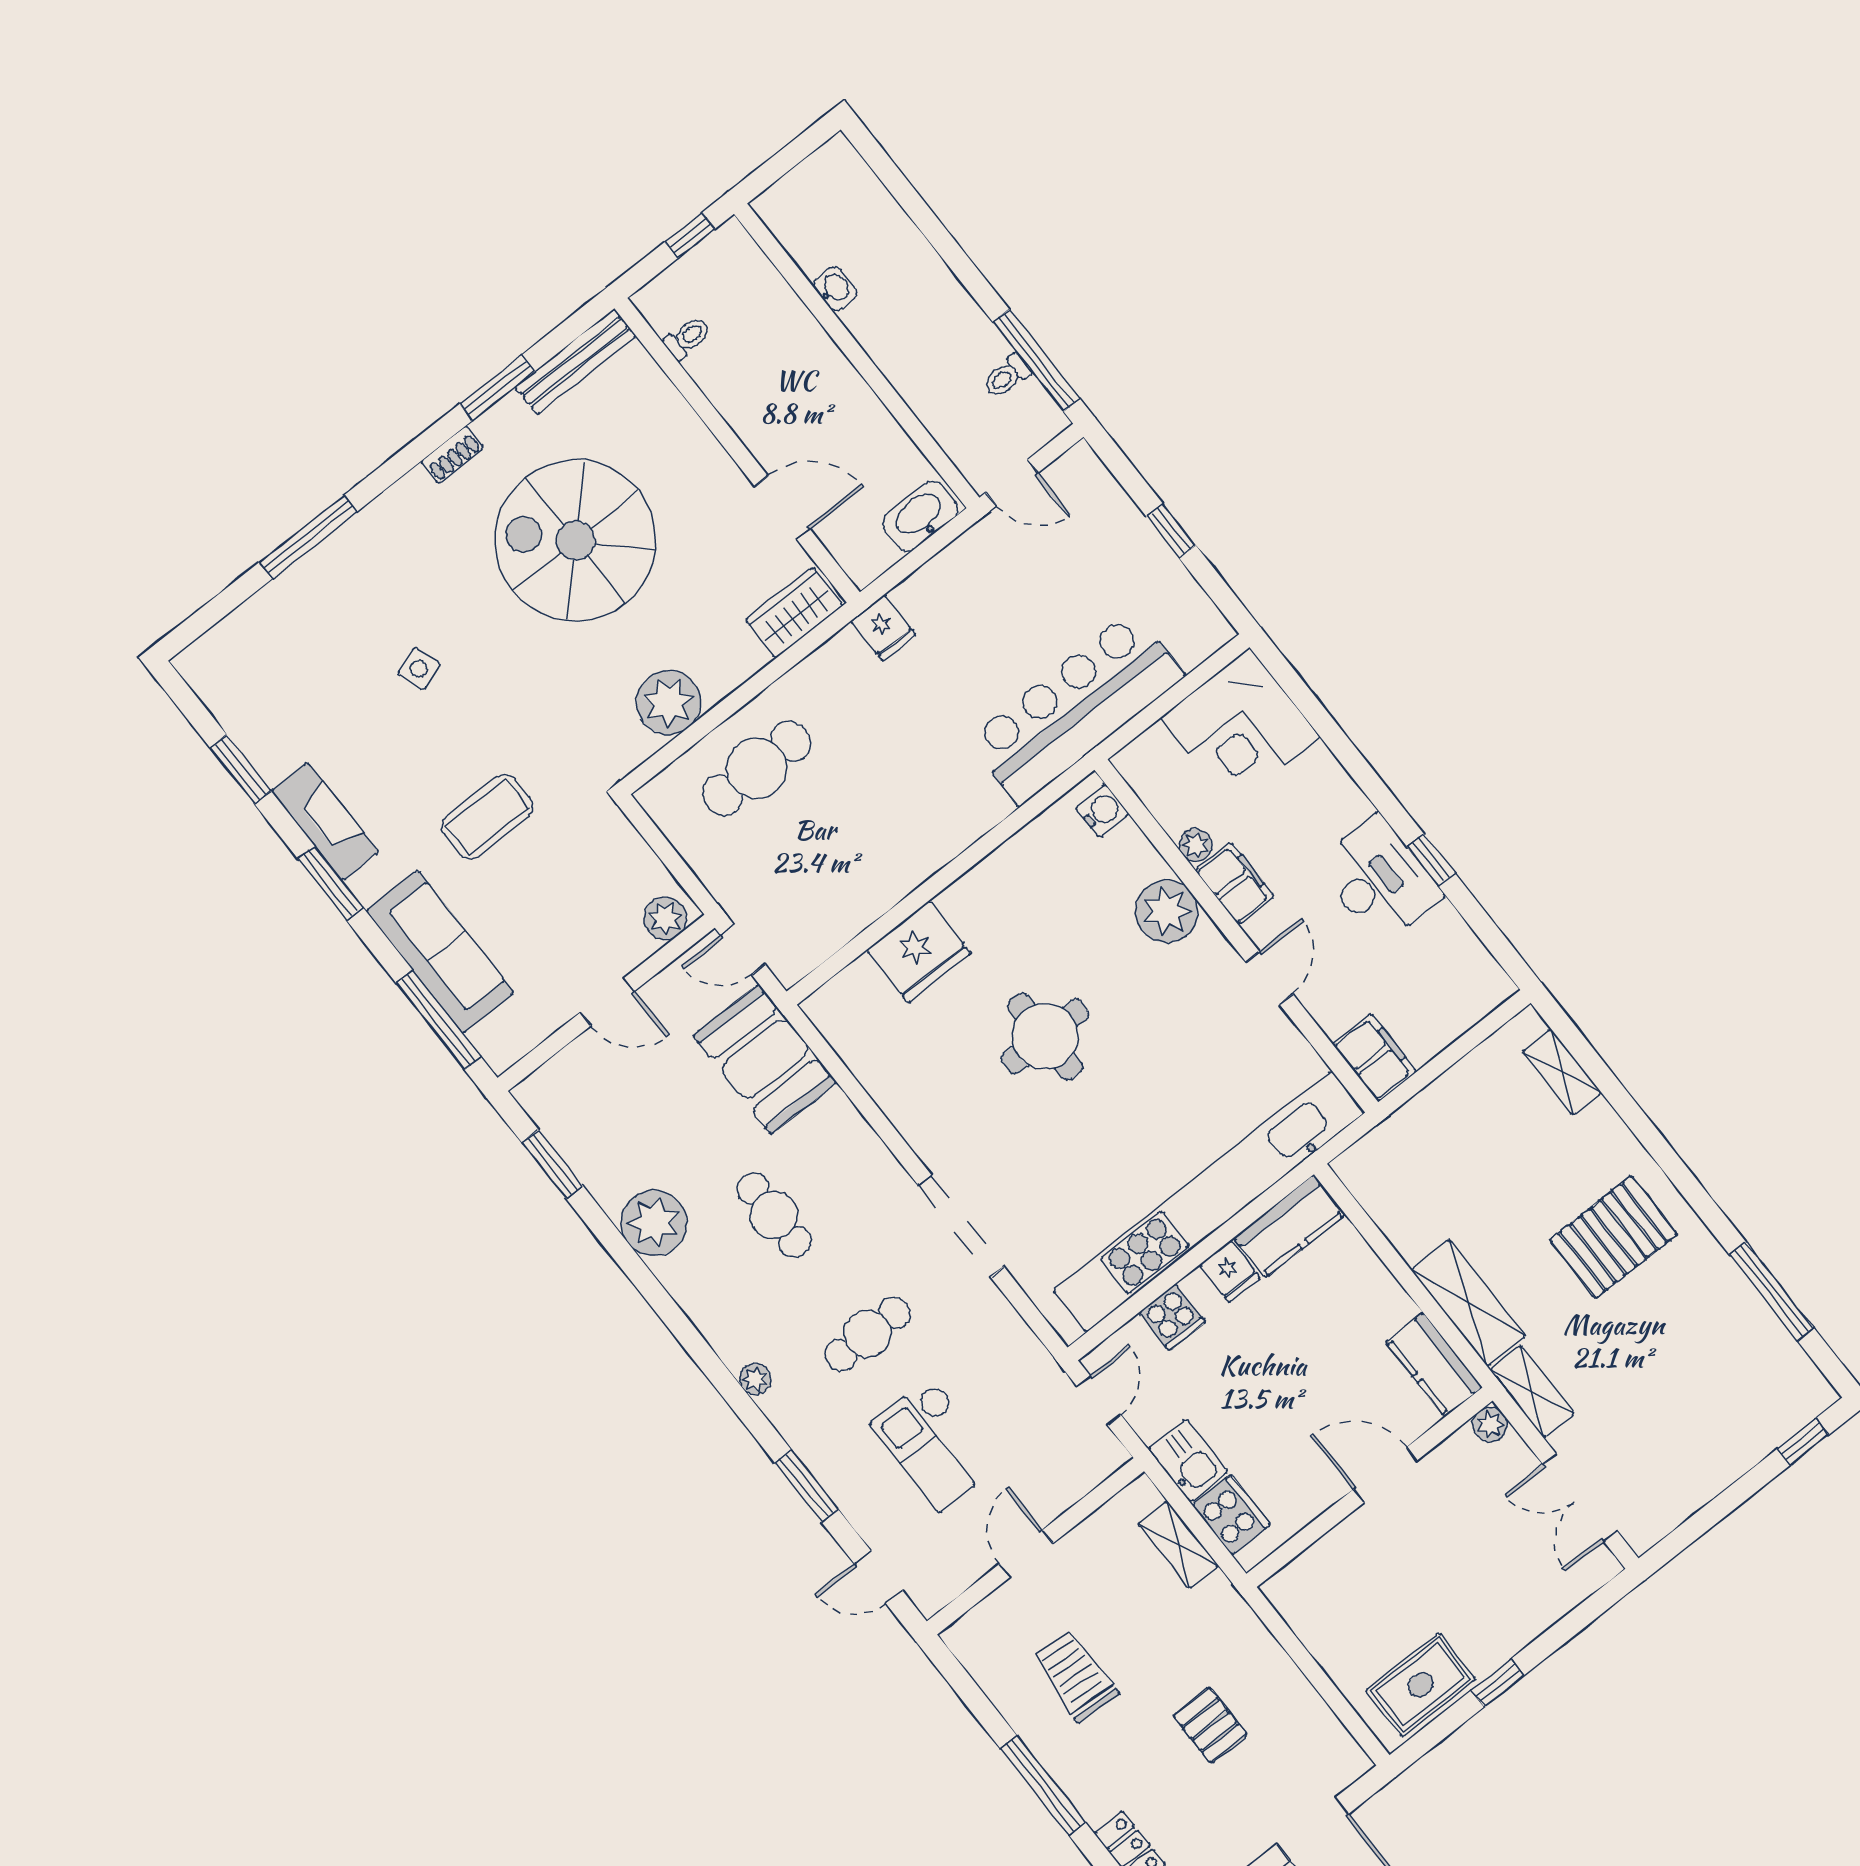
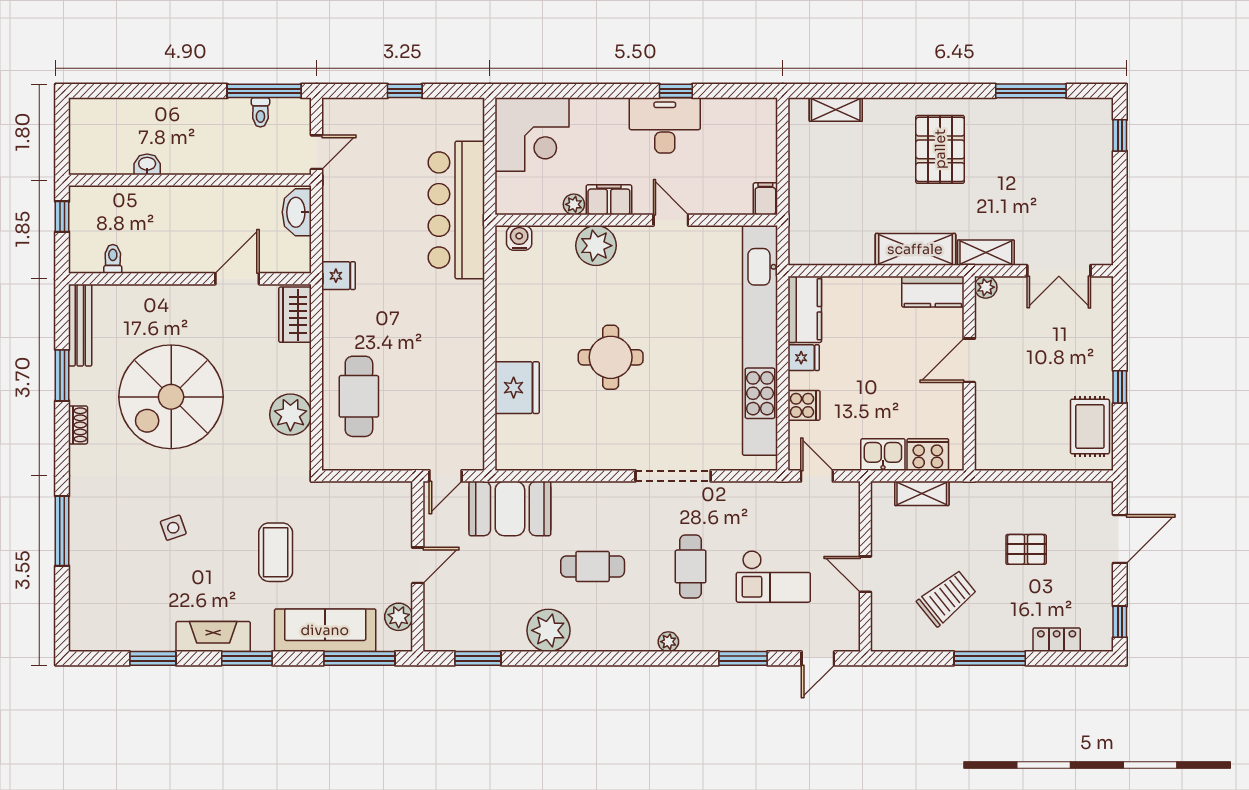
plant: (665, 918) -> (399, 617), moved
filing cabinet: (1374, 1058) -> (765, 199), width x0.50
trolley: (1075, 1676) -> (947, 598), turned 138

